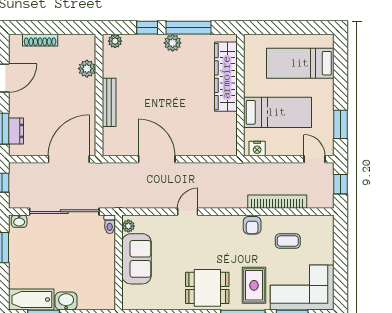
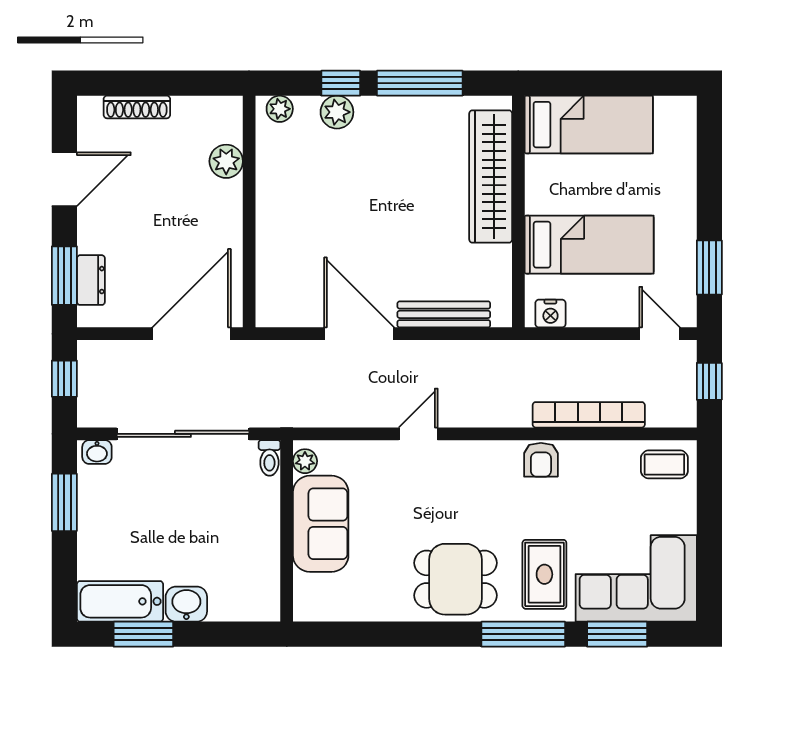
plant: (173, 43) -> (337, 112), moved
bed: (300, 63) -> (589, 125), moved, turned 180
bench: (109, 102) -> (444, 314), moved, turned 90
coffee table: (288, 241) -> (664, 464), moved

